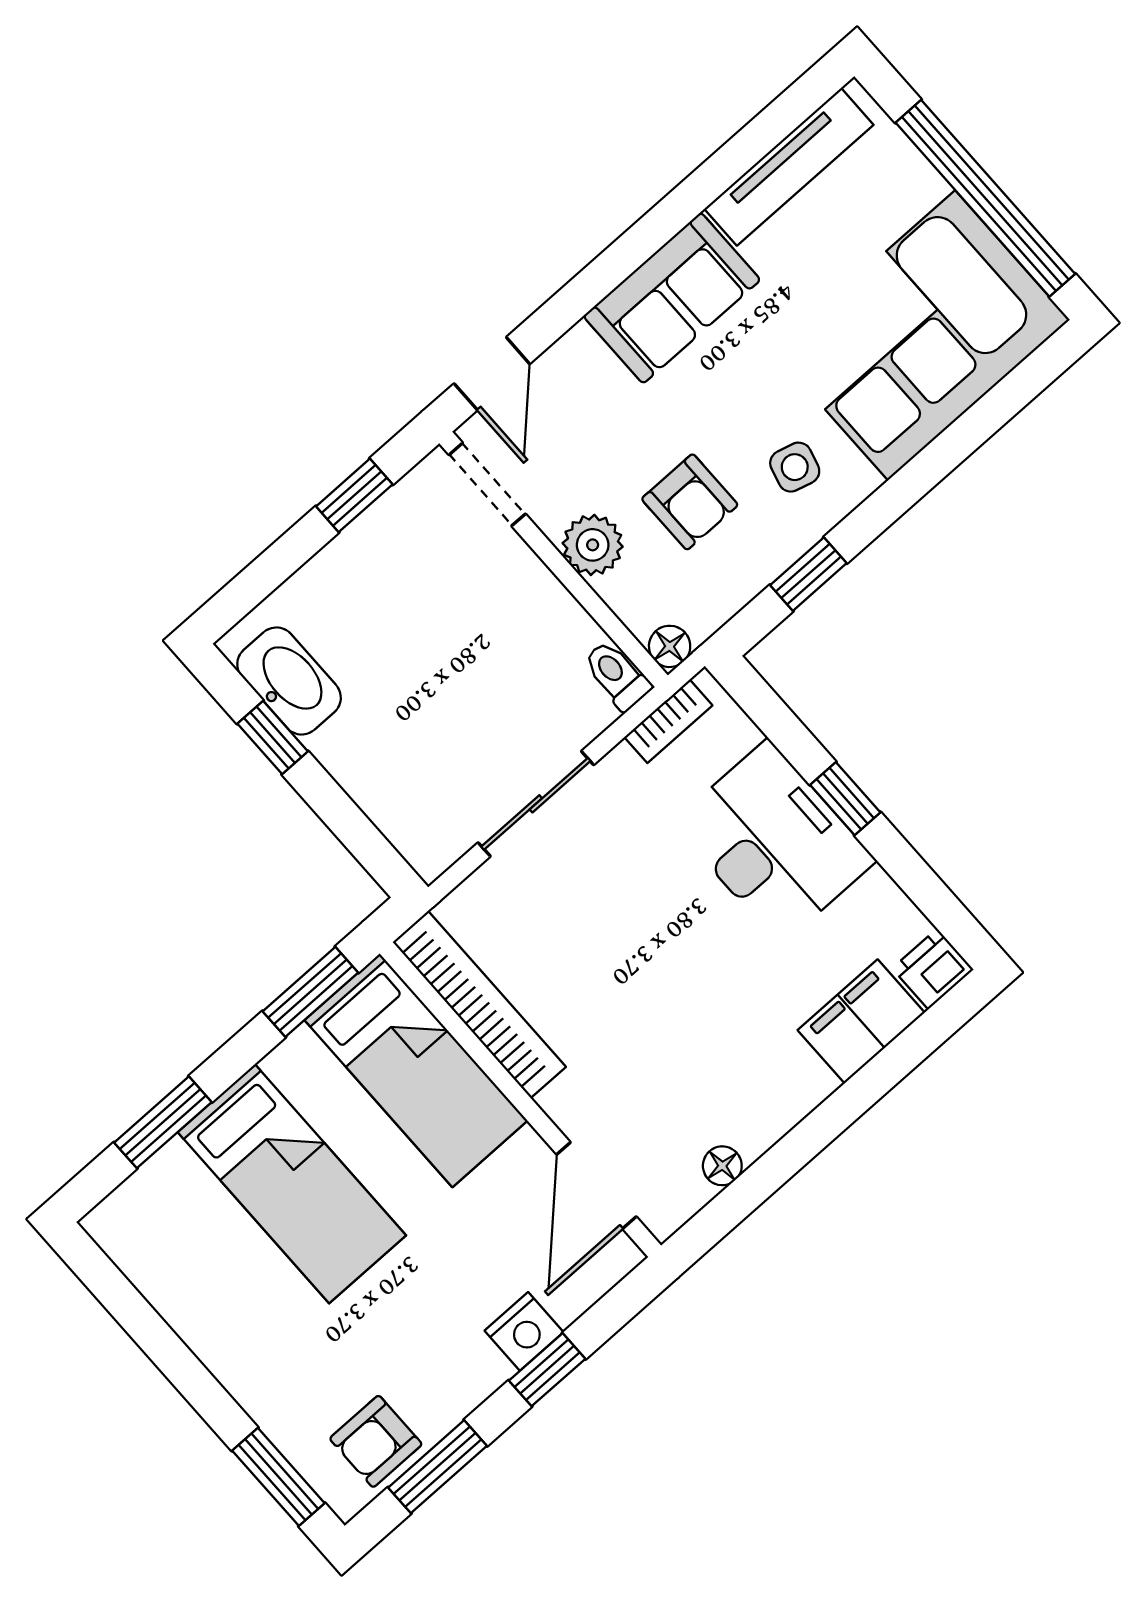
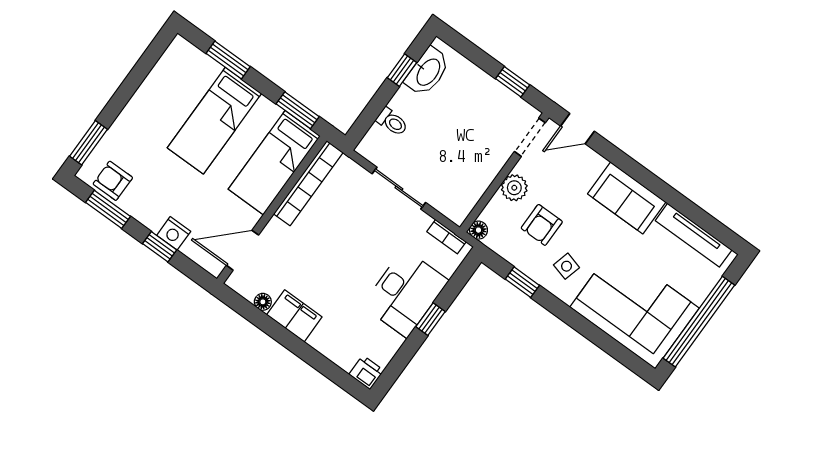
toilet: (617, 675) -> (392, 122), moved, turned 90
filing cabinet: (861, 1021) -> (294, 316), moved

